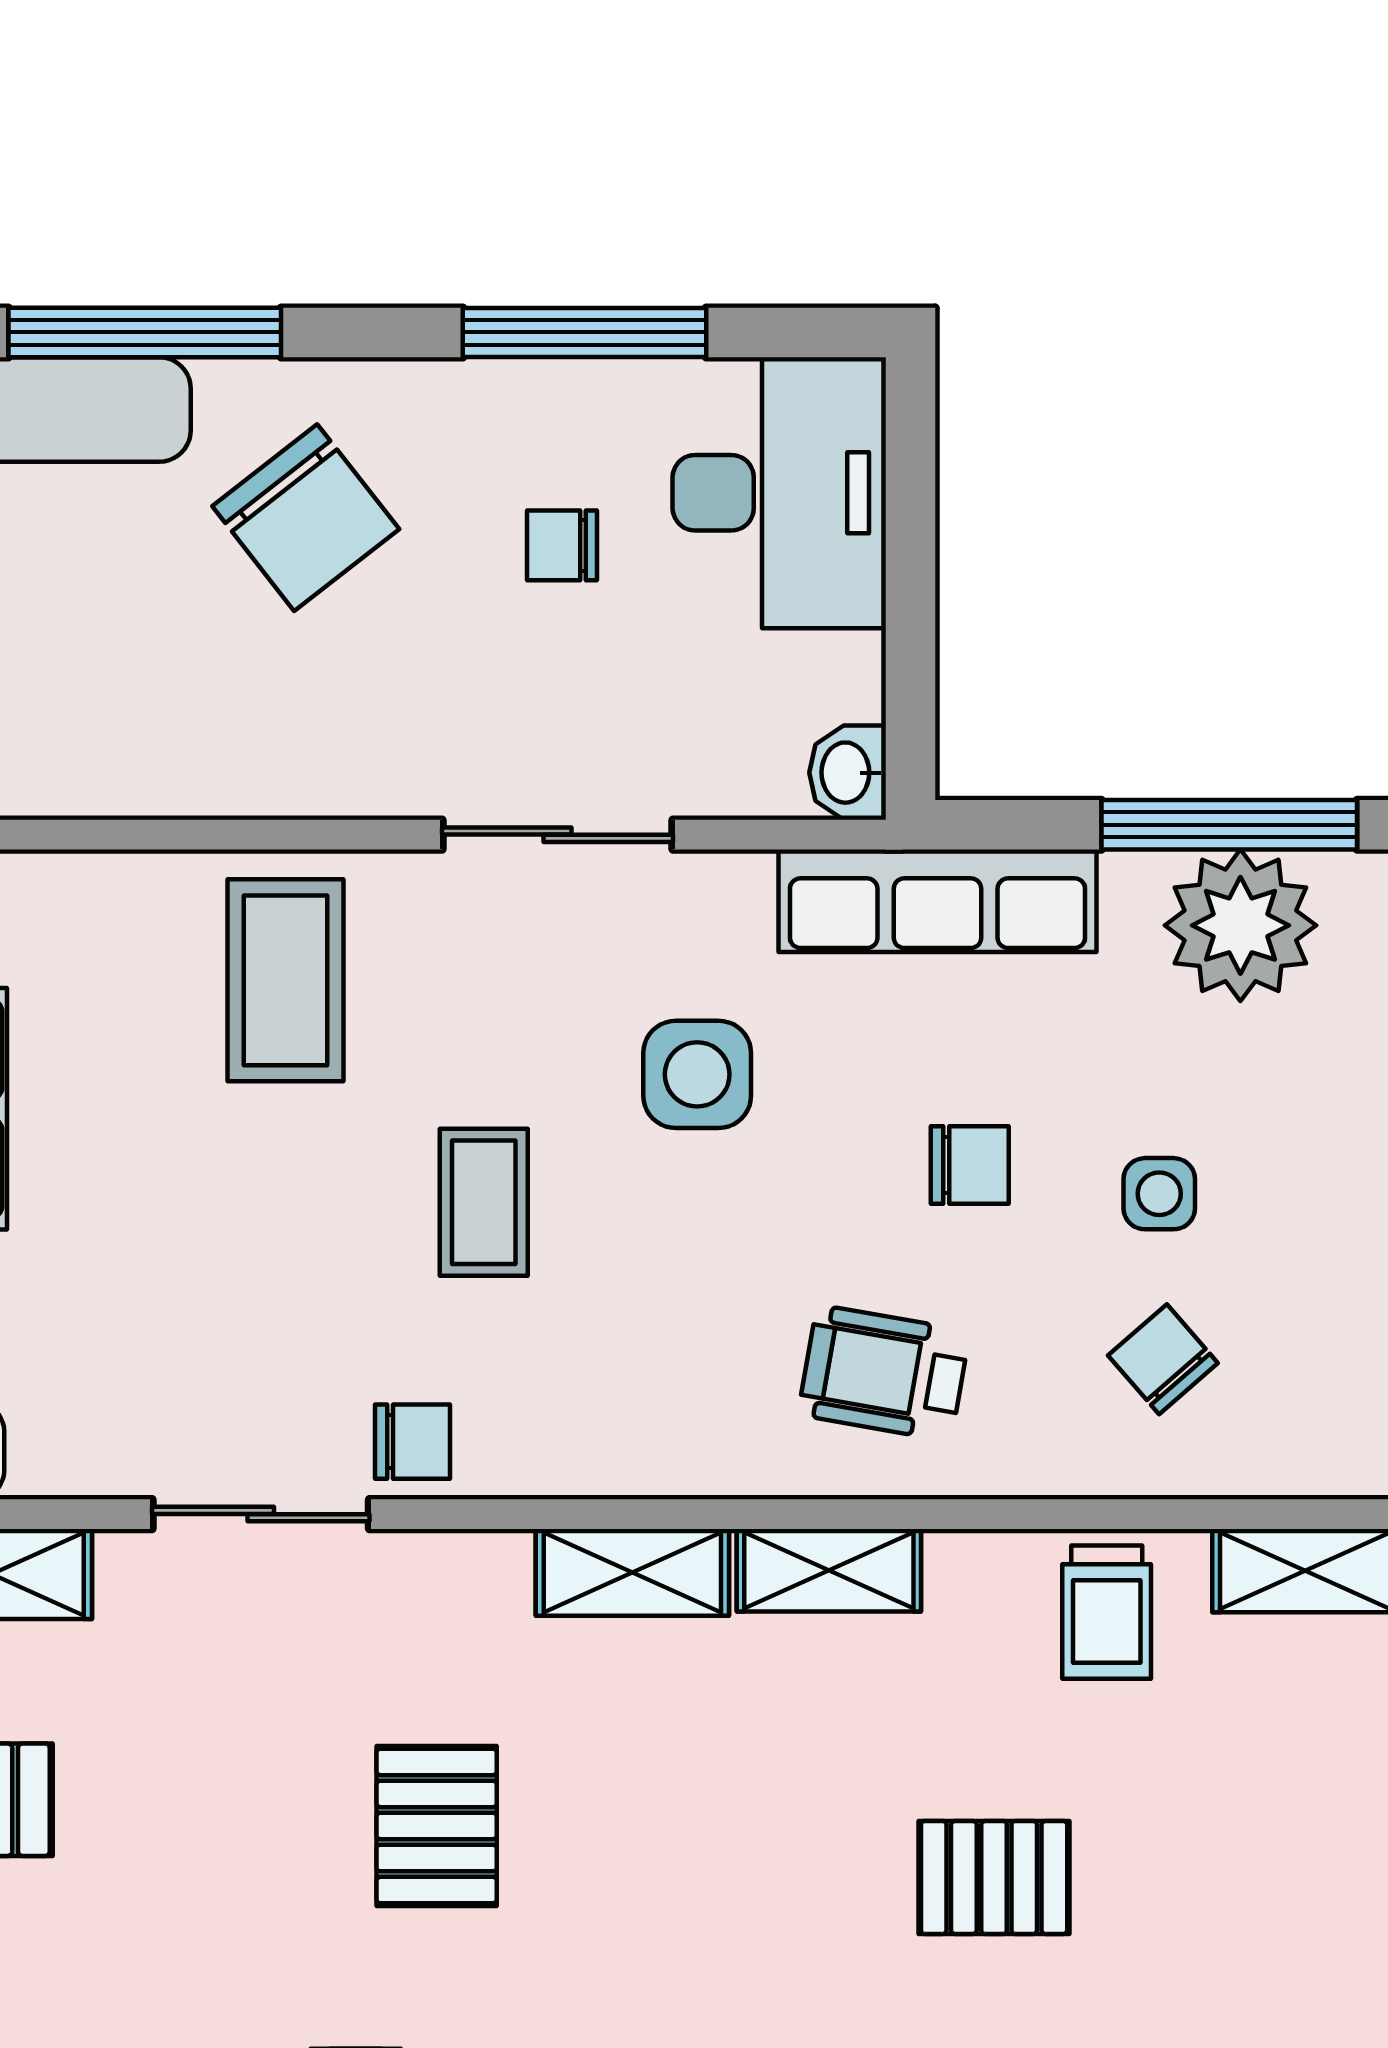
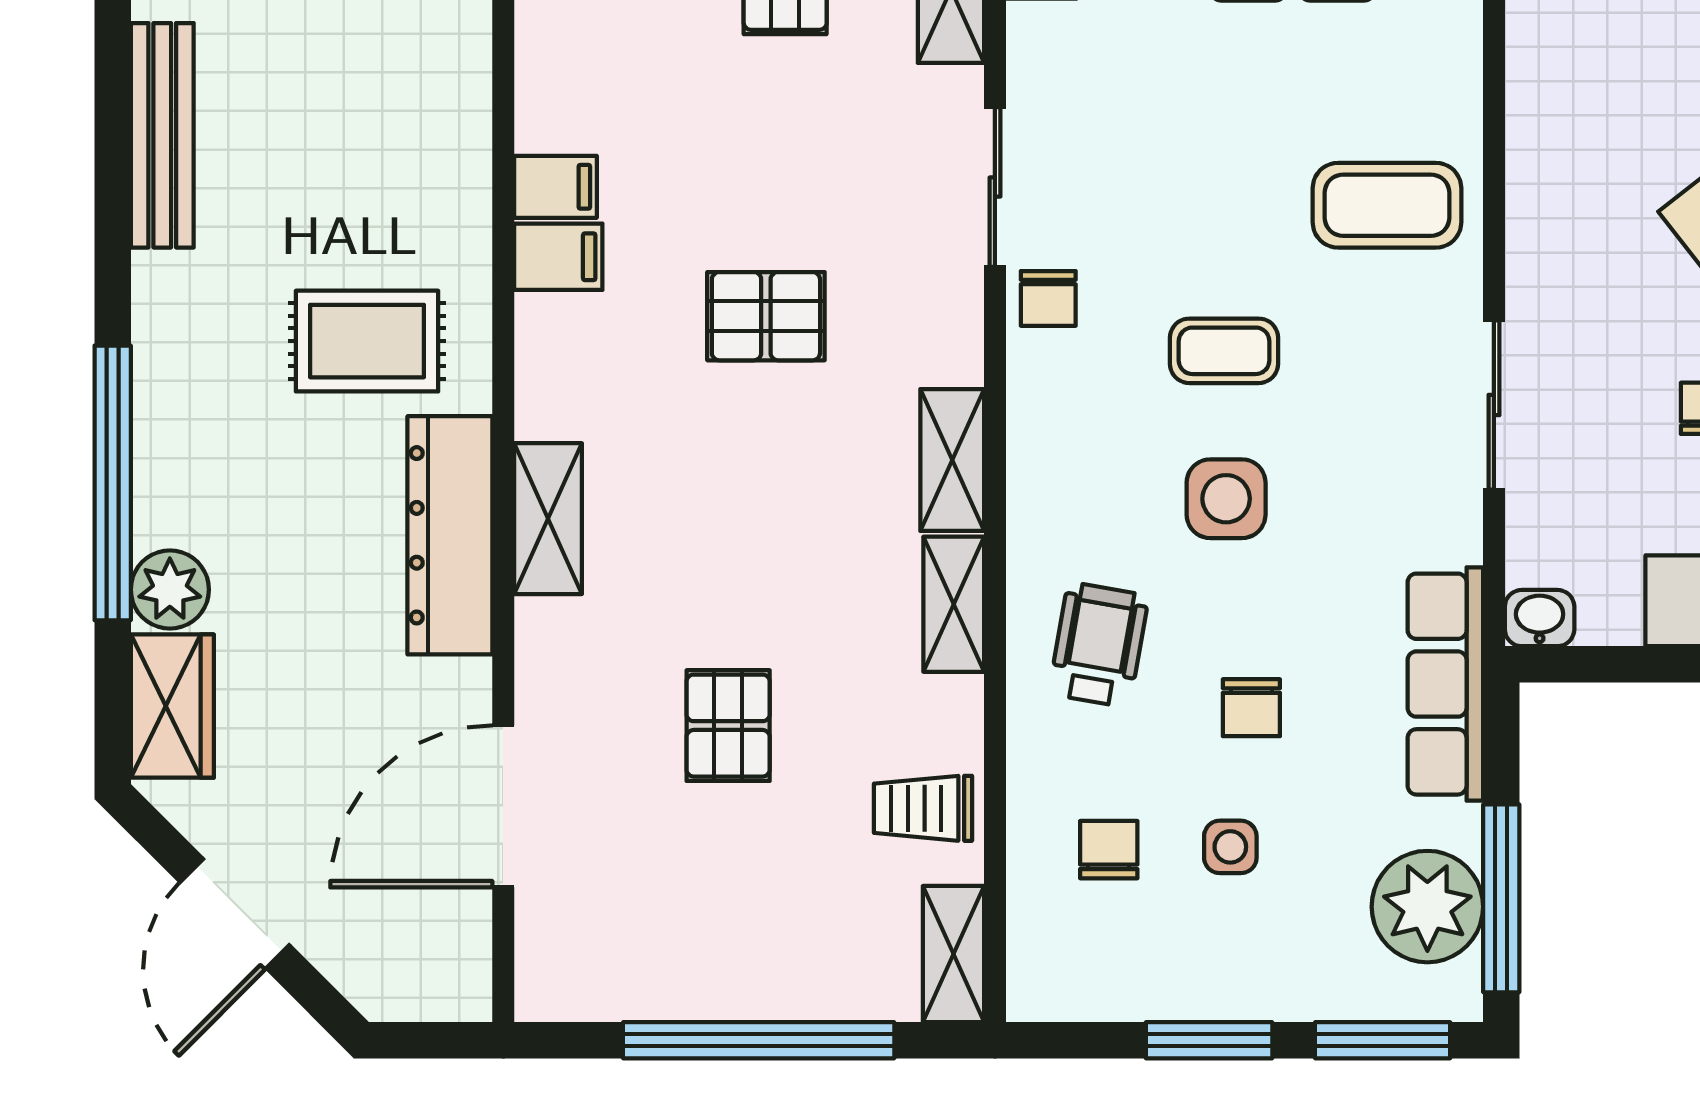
side table: (697, 1074) -> (1226, 499), moved
chair: (1163, 1359) -> (1109, 850), turned -49

